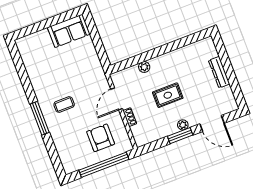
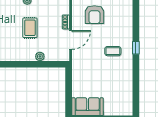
rug: (168, 95) -> (30, 28), turned 90
window: (40, 118) -> (136, 48), width x0.46

